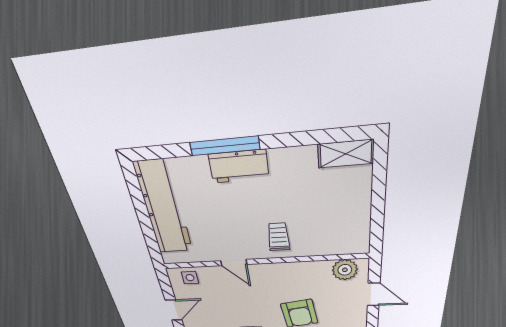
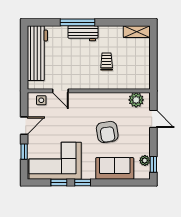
trolley: (279, 237) -> (107, 62), moved
door: (234, 263) -> (60, 91), moved

